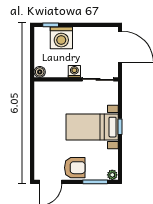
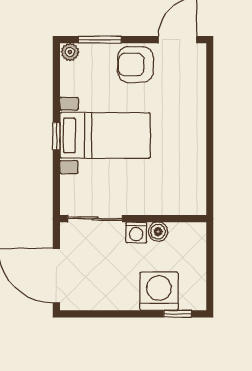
boiler: (40, 72) -> (158, 232), moved

